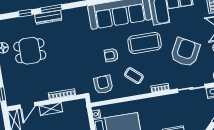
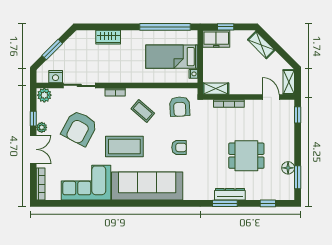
window: (25, 13) -> (268, 203), moved
dining table: (30, 51) -> (246, 156), moved
armchair: (111, 55) -> (179, 147), moved
door: (27, 105) -> (271, 97), hinge flipped
shelving: (51, 109) -> (216, 89), moved

